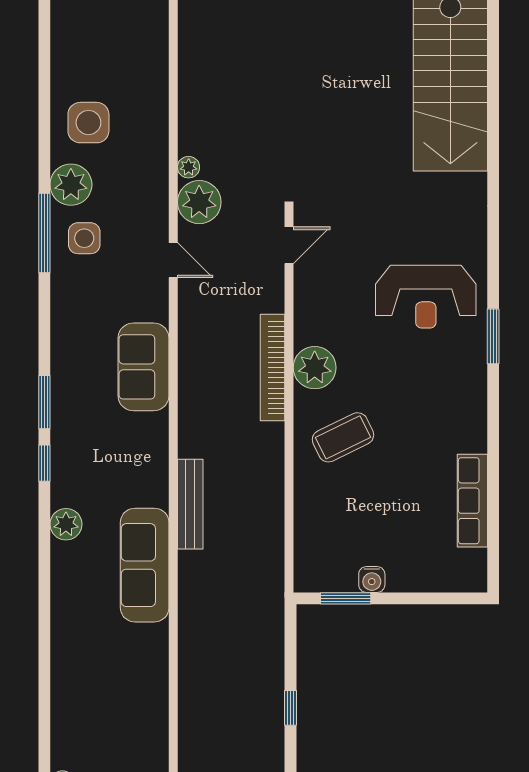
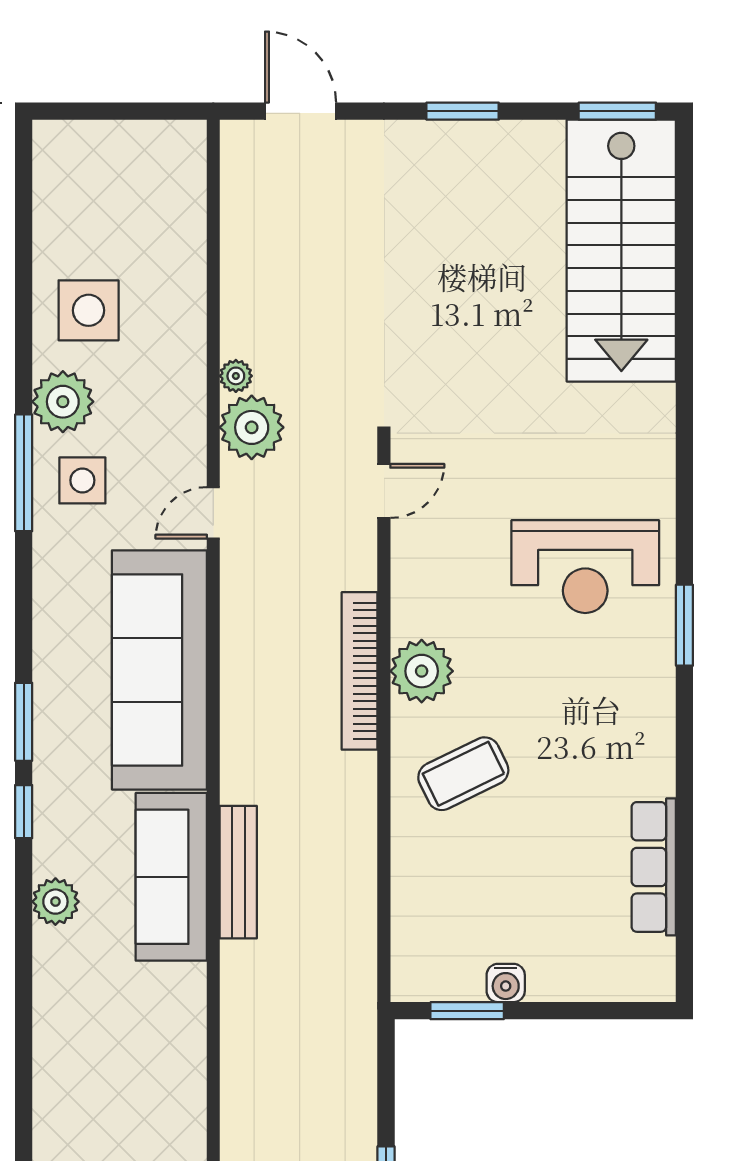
door: (173, 260) -> (213, 513), swing flipped
sofa: (143, 367) -> (159, 670), width x1.85, depth x1.27
sofa: (145, 565) -> (171, 877), moved

